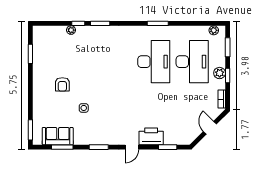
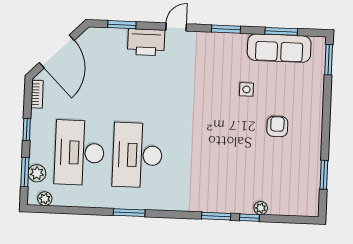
plant: (220, 73) -> (37, 173), moved
door: (210, 128) -> (57, 51), width x1.88
sofa: (58, 136) -> (279, 48), width x1.36

